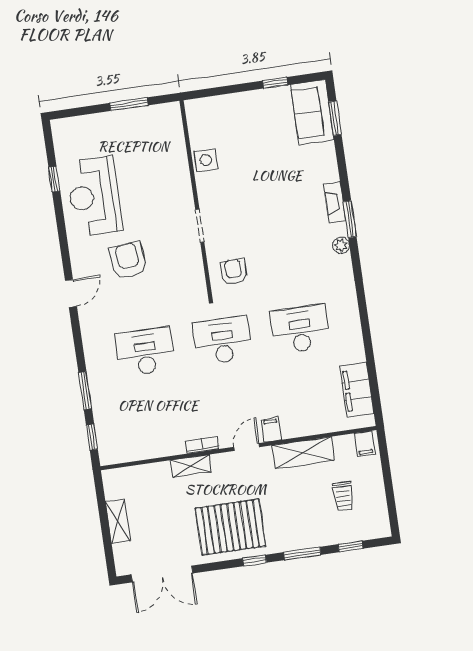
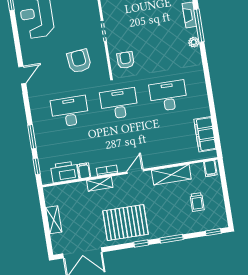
window: (350, 219) -> (199, 26), width x1.44
armchair: (128, 260) -> (79, 61), moved
filing cabinet: (271, 430) -> (84, 171), moved
printer: (136, 446) -> (65, 172), added
window: (350, 546) -> (213, 232), moved

